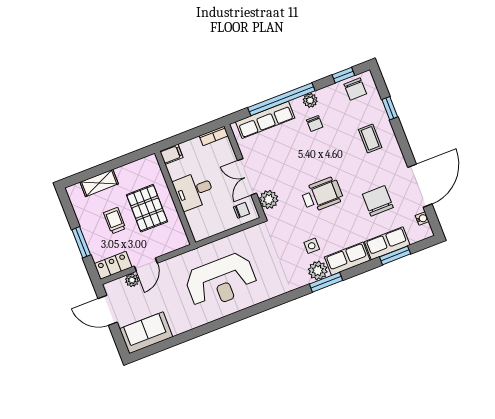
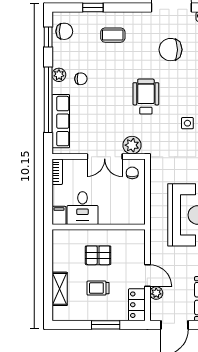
desk: (194, 191) -> (83, 208), moved
pallet: (147, 208) -> (98, 255), width x0.67, depth x0.71

